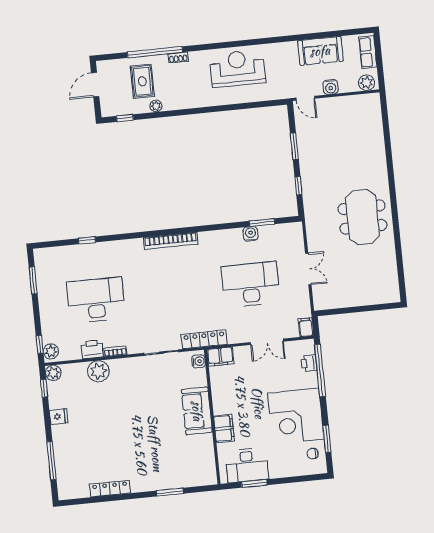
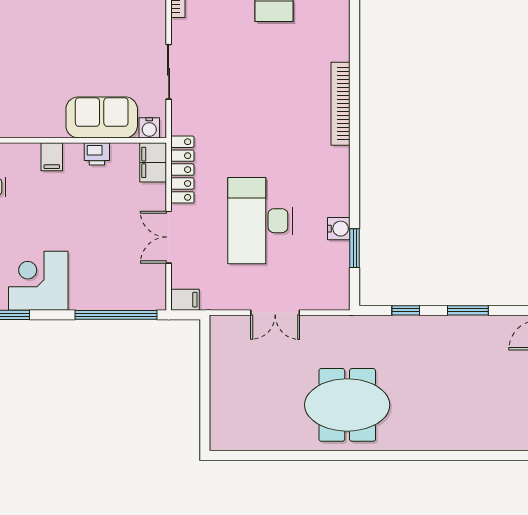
desk: (251, 284) -> (260, 221), turned 180
locker: (204, 339) -> (182, 170), moved
printer: (309, 363) -> (97, 154), moved, turned 180
sofa: (197, 411) -> (102, 117), moved
corner desk: (296, 416) -> (38, 281), width x0.74, depth x0.74
filing cabinet: (224, 428) -> (52, 157), width x0.50

